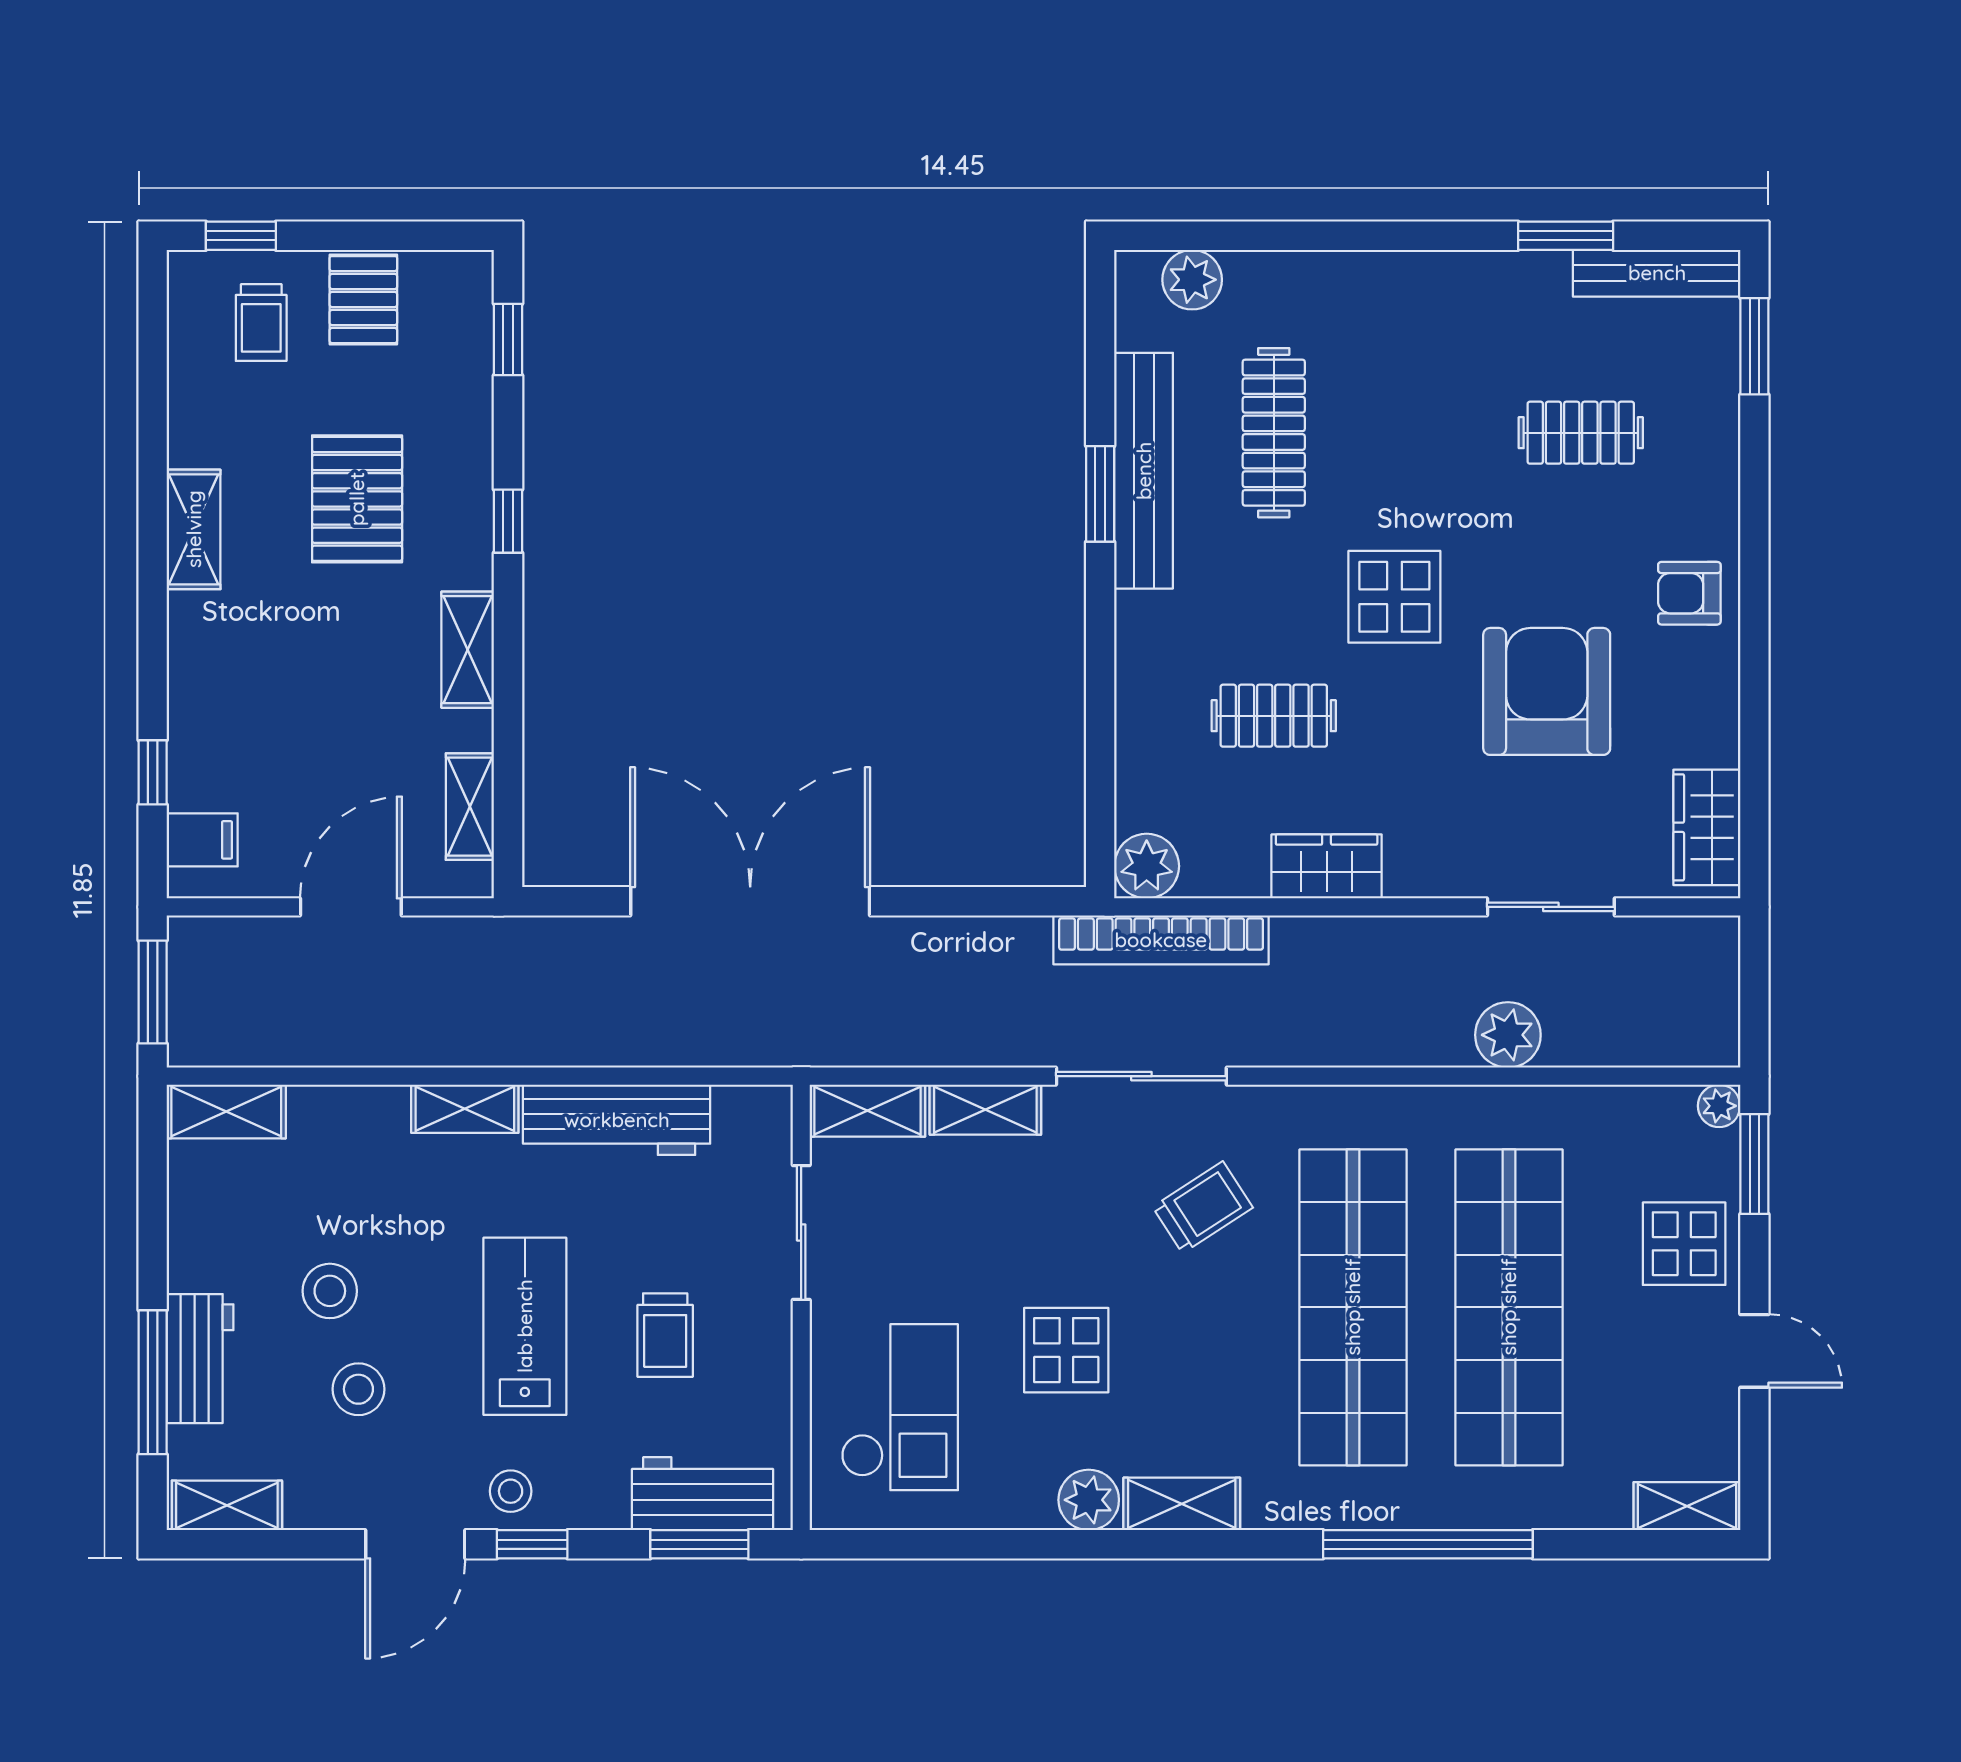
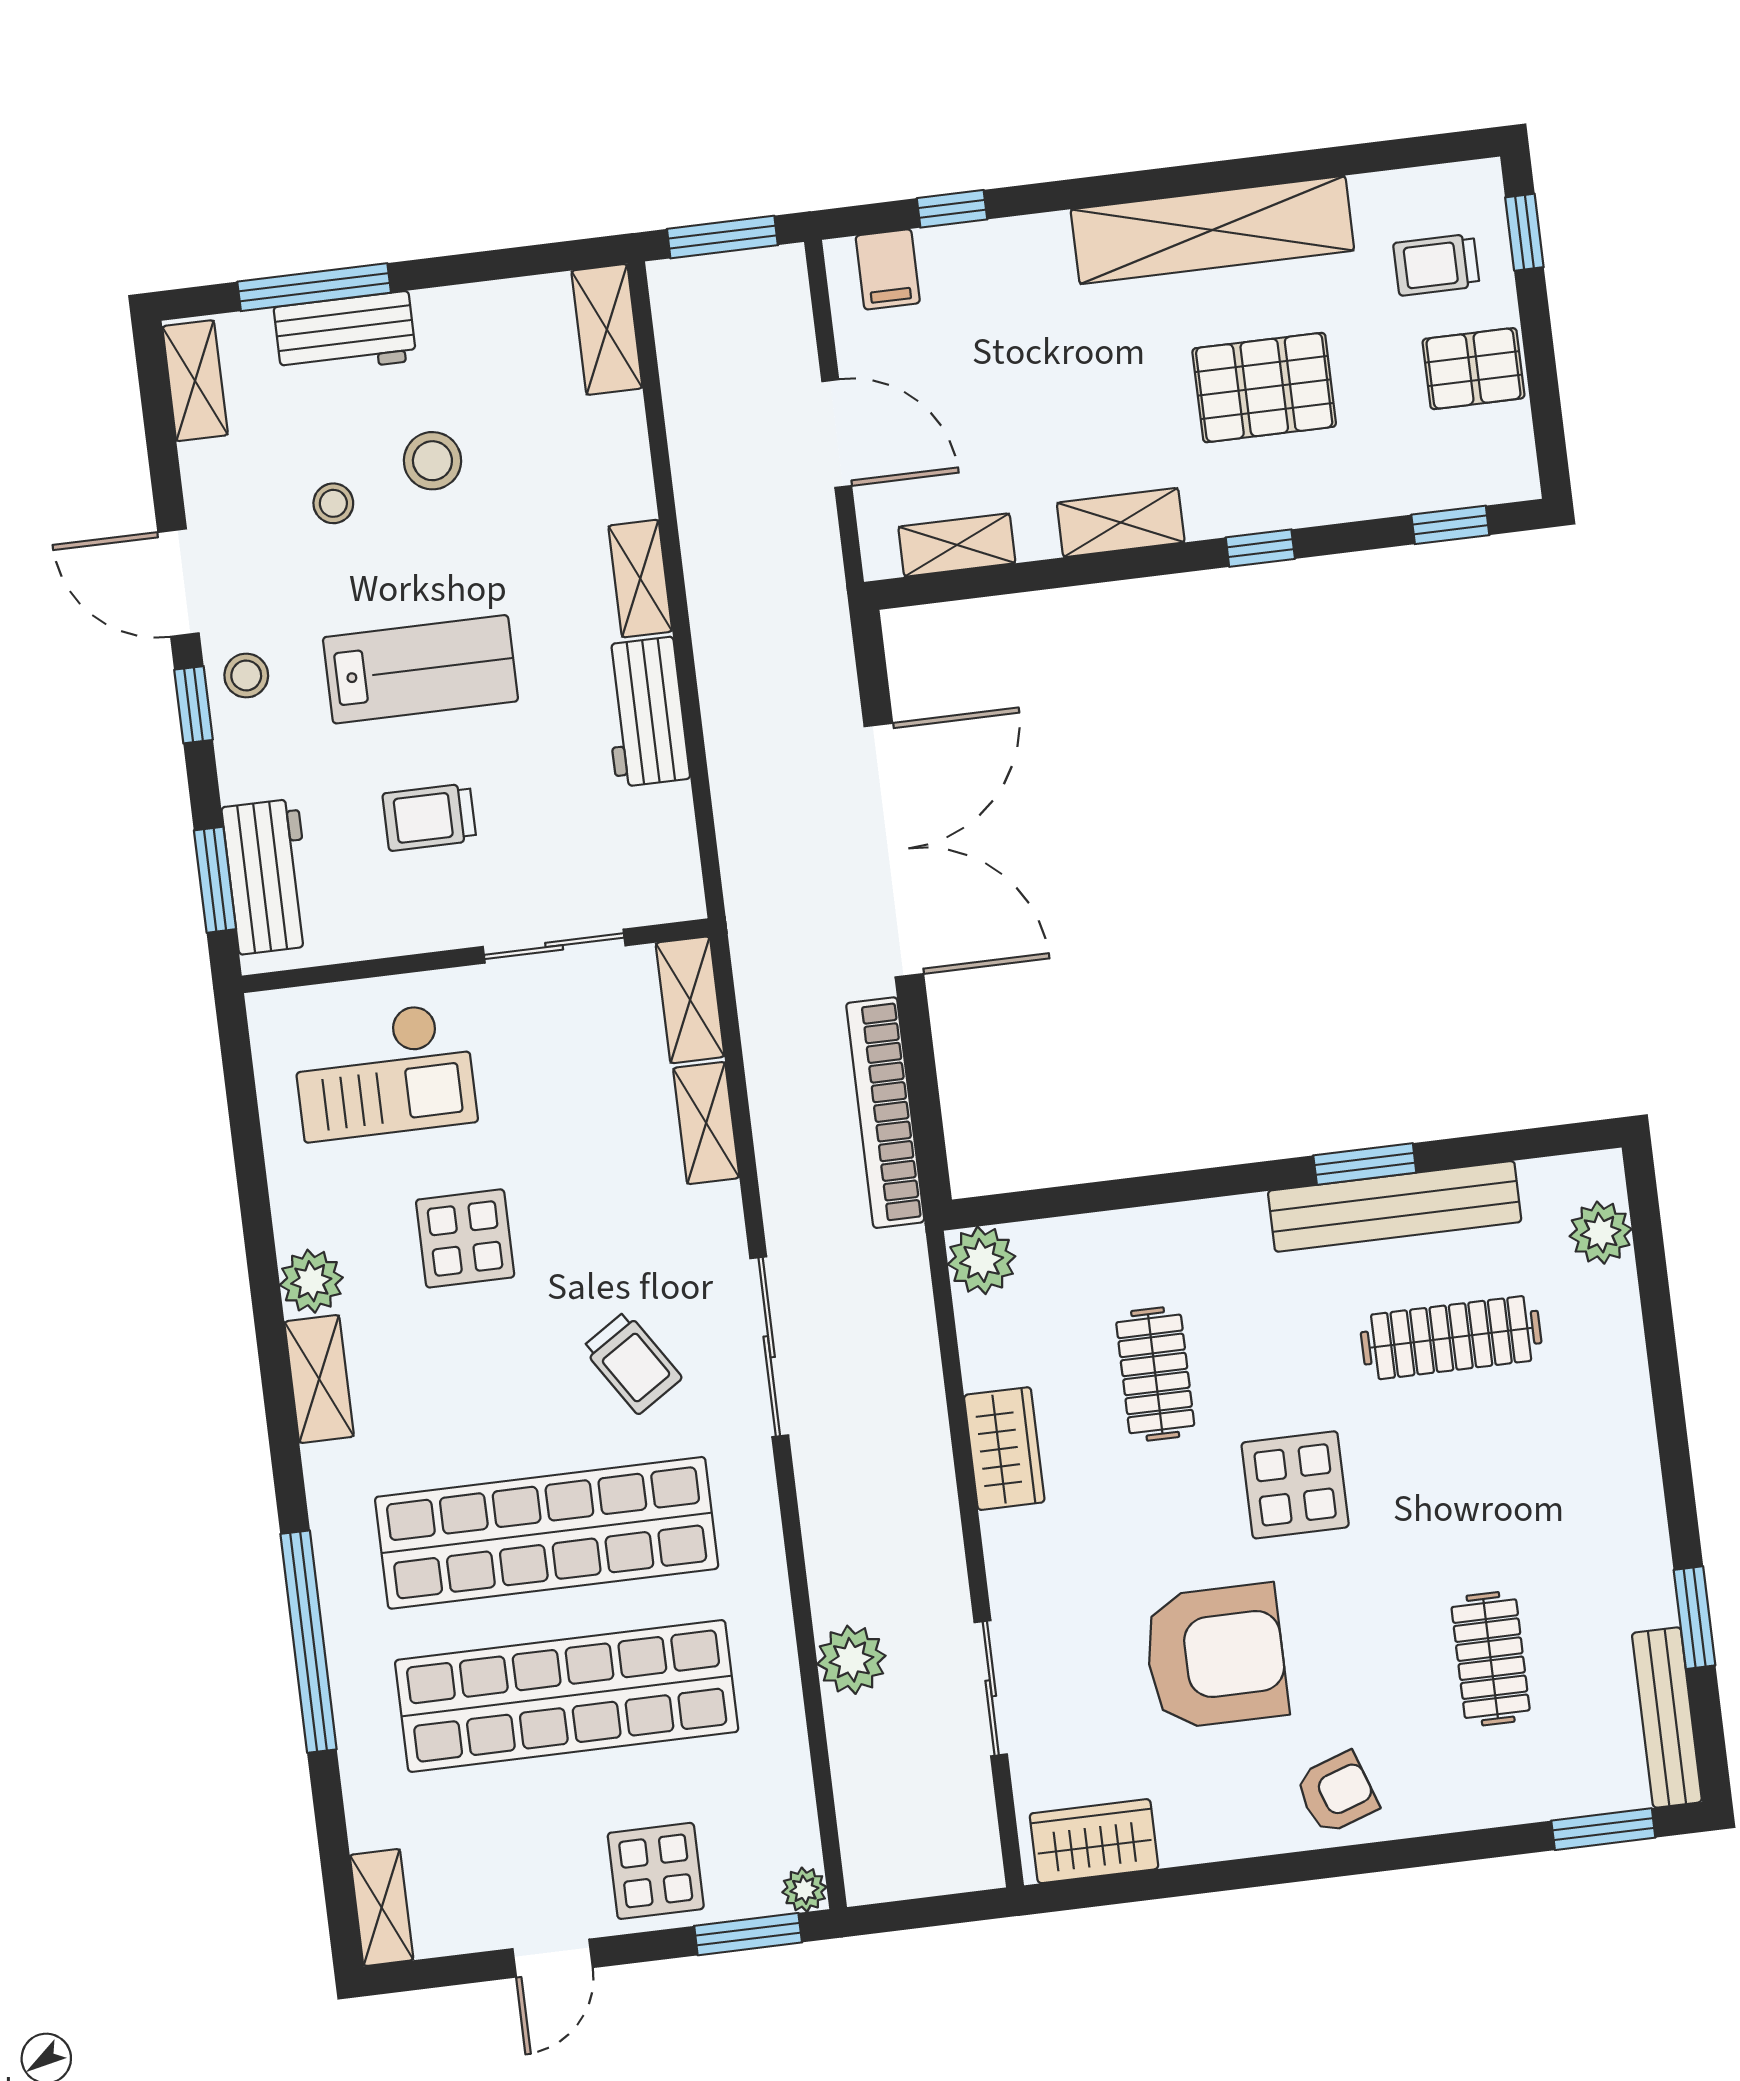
shelving: (194, 529) -> (1212, 230), width x2.20, depth x1.33
armchair: (1689, 593) -> (1337, 1793), turned 71
bookcase: (1161, 940) -> (885, 1113), moved
sliding door: (1141, 1076) -> (769, 1347), moved
workbench: (617, 1120) -> (645, 712), width x0.73
stool: (358, 1389) -> (333, 503), width x0.73, depth x0.73

